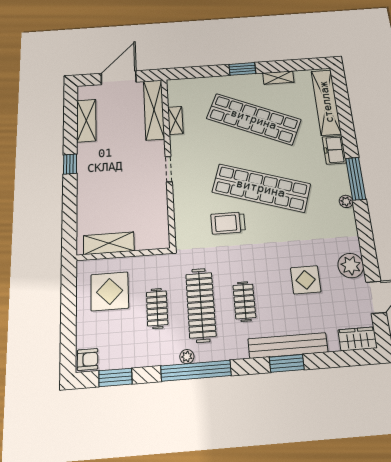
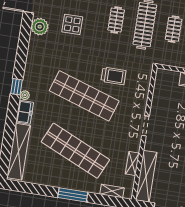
window: (242, 69) -> (73, 195), width x1.44
shelving: (278, 78) -> (112, 191), moved
window: (356, 179) -> (16, 87), width x0.46
plant: (346, 201) -> (25, 95), moved

